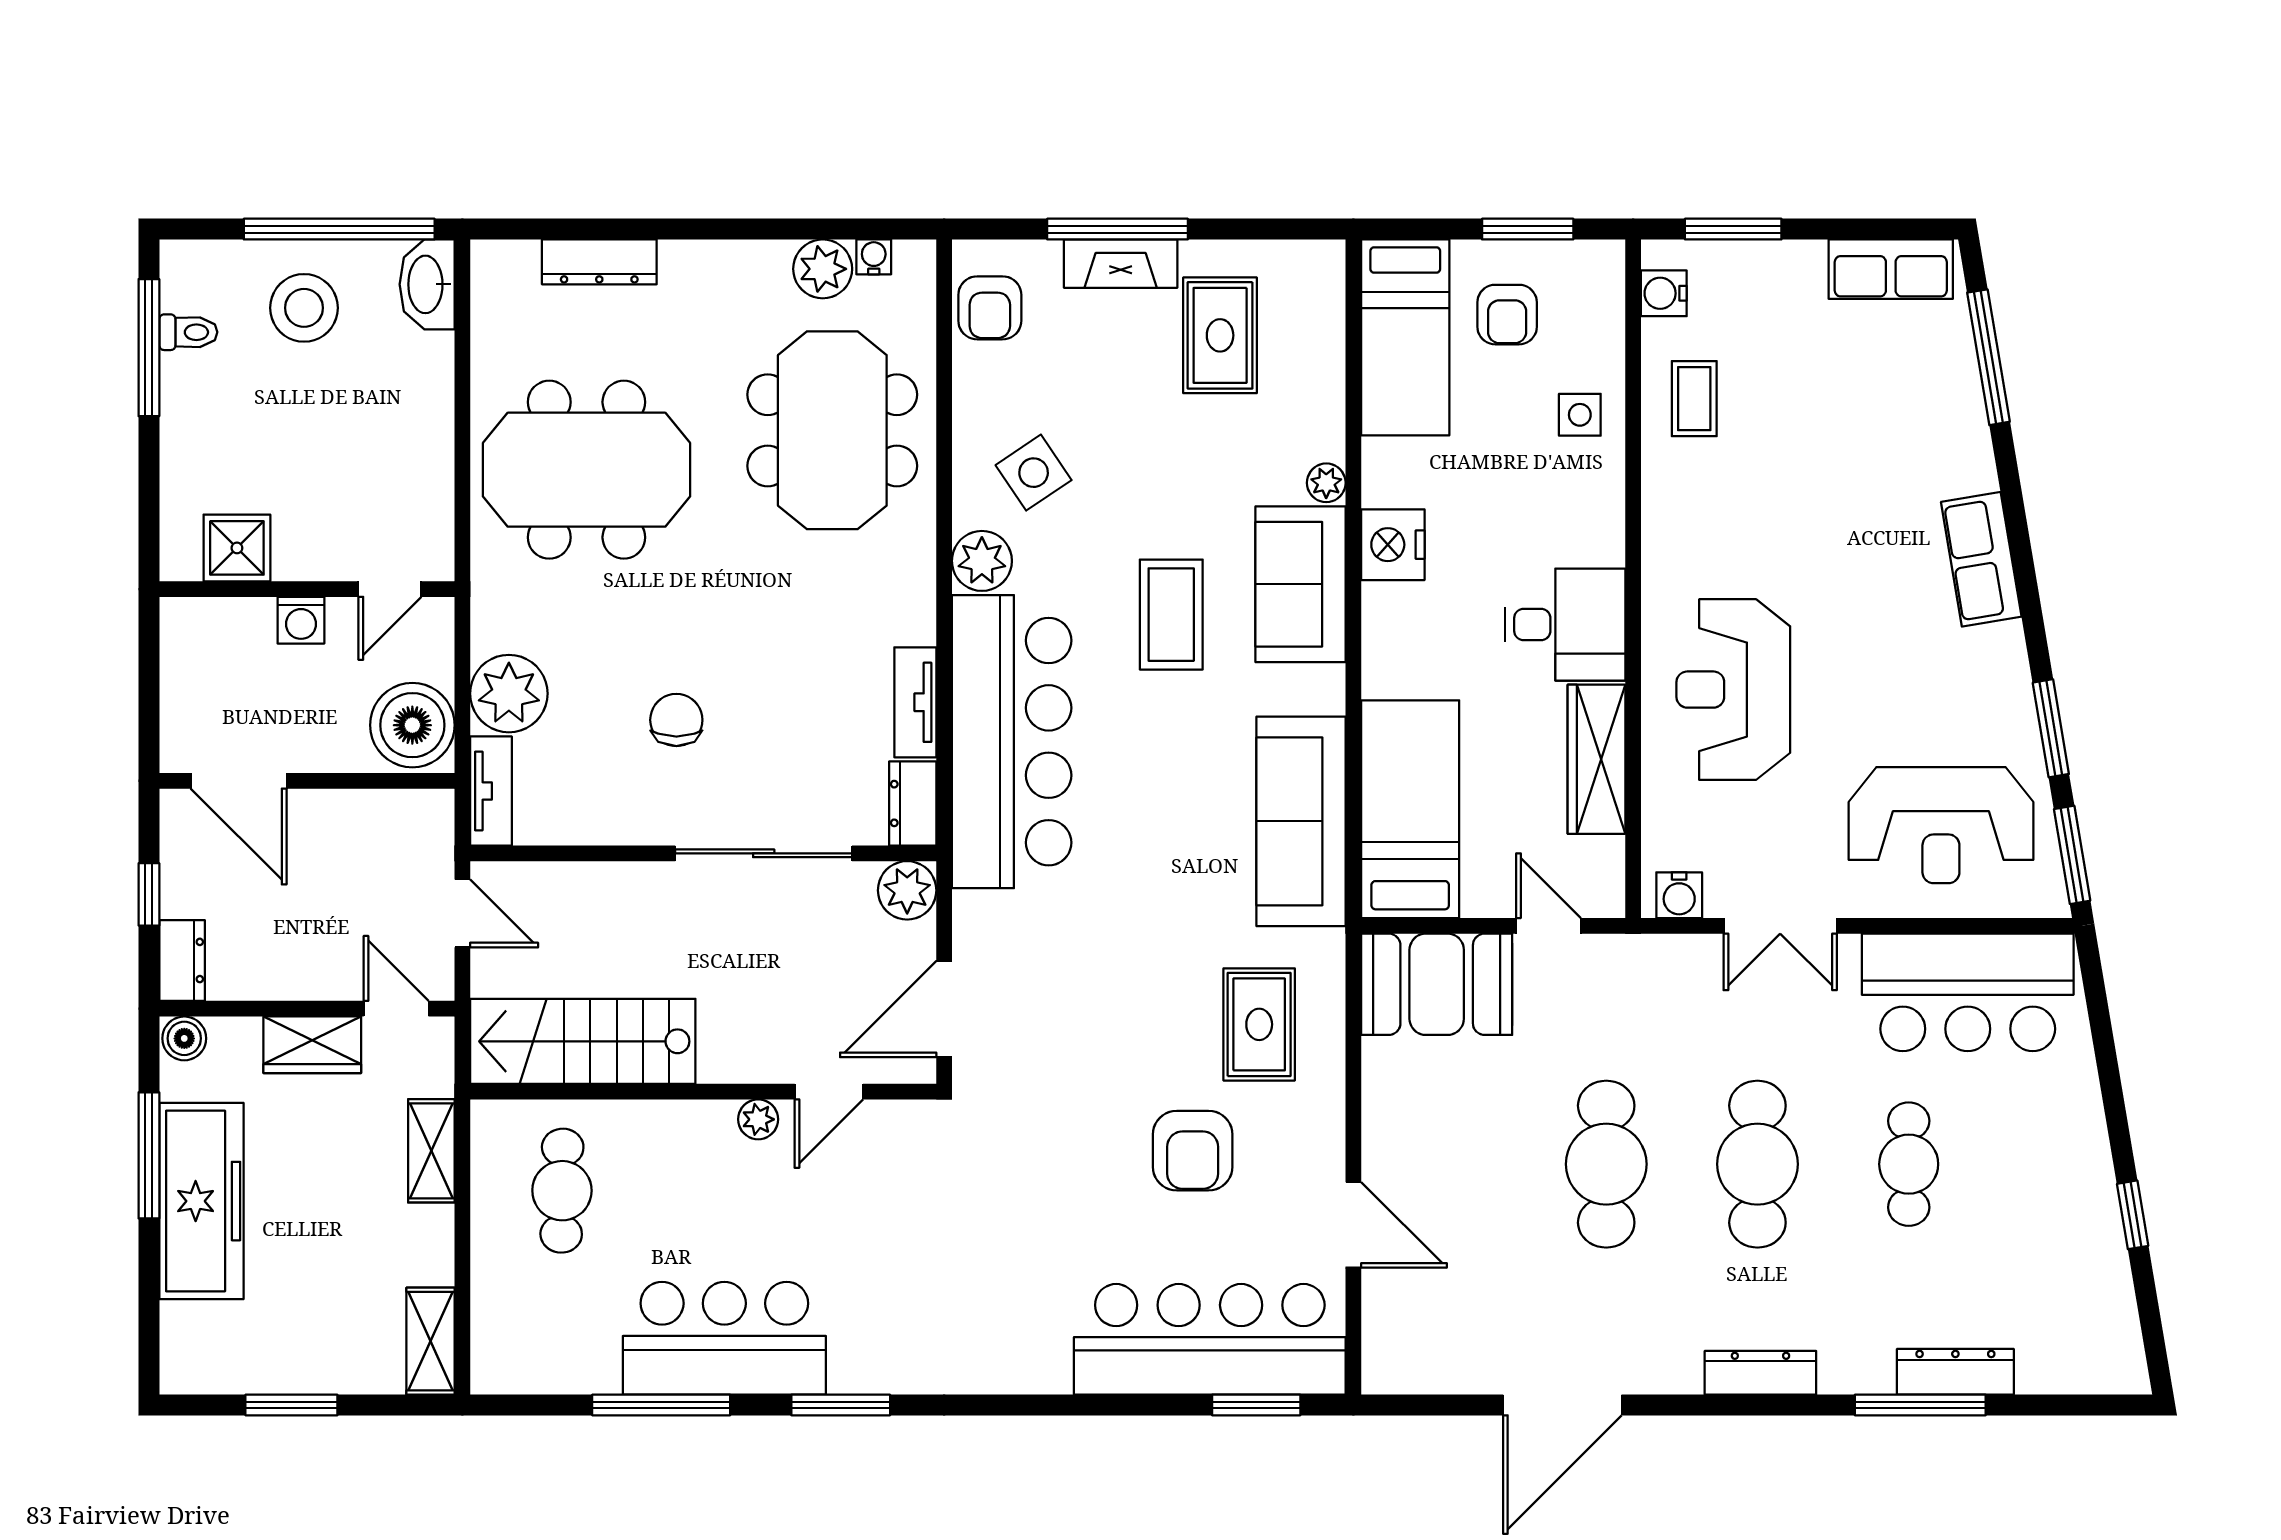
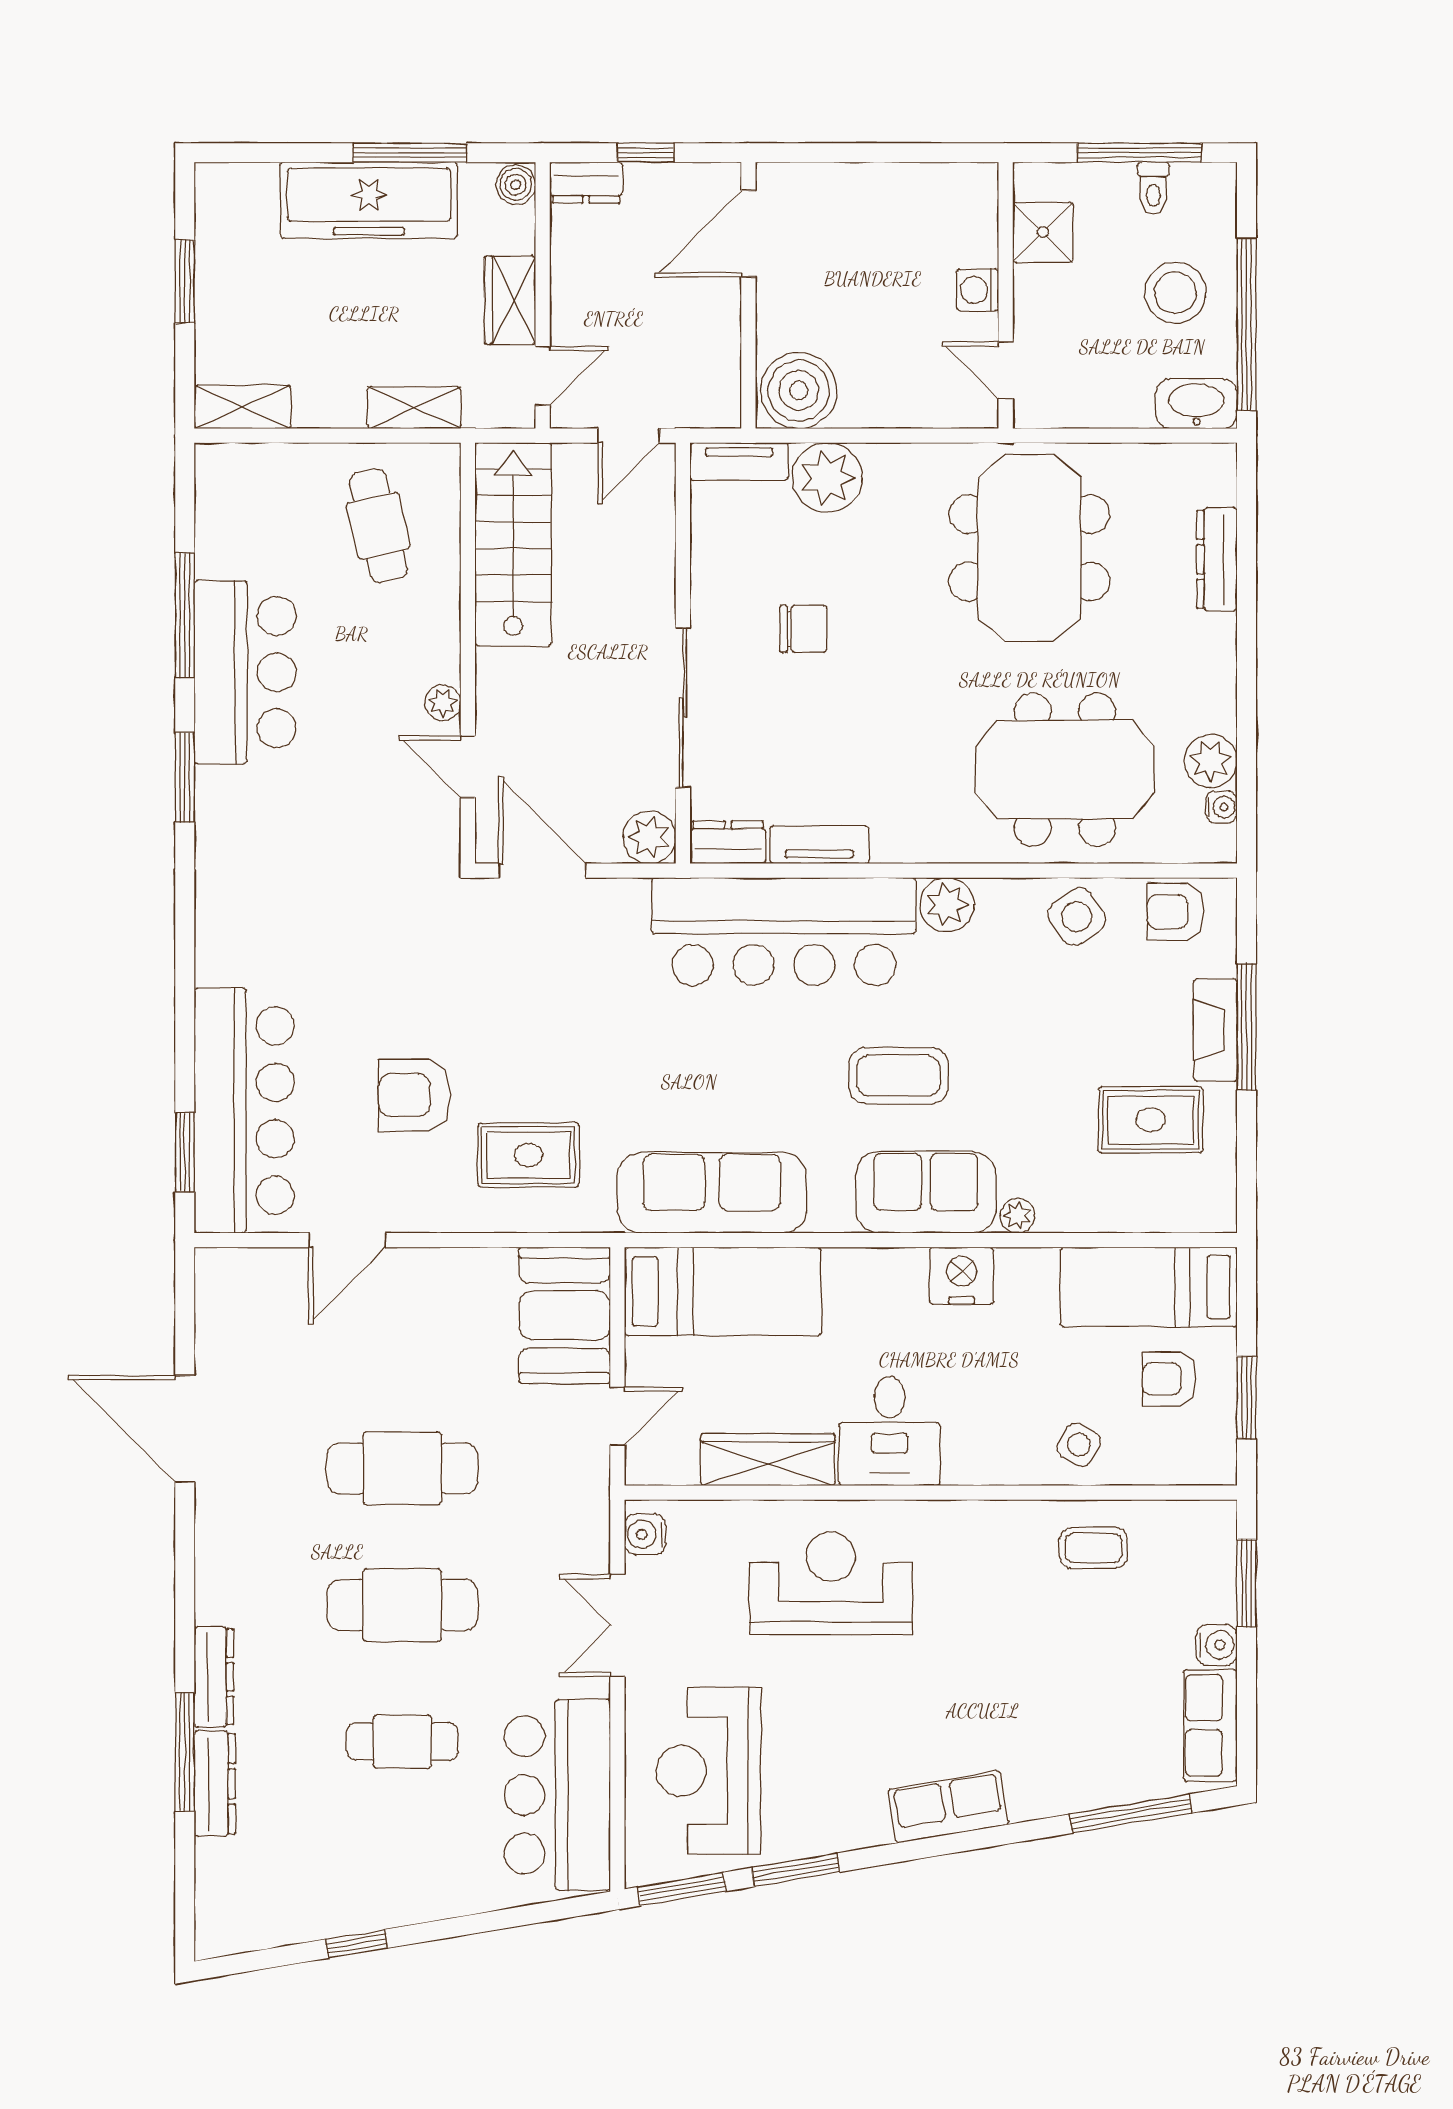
water cooler: (1664, 293) -> (1217, 1645), moved, turned 90
side table: (1580, 415) -> (1079, 1445), turned 30
side table: (1034, 473) -> (1077, 917), moved
shower: (237, 548) -> (1043, 232), moved
wall: (307, 589) -> (1006, 295), moved
door: (390, 589) -> (1006, 370), moved
washing machine: (301, 620) -> (978, 290), moved
cafe table: (562, 1191) -> (378, 526), turned 76
dresser: (1760, 1373) -> (214, 1677), moved

